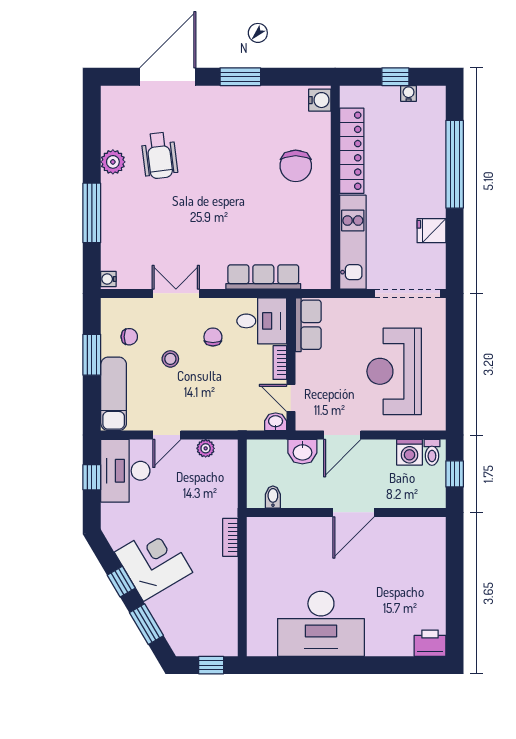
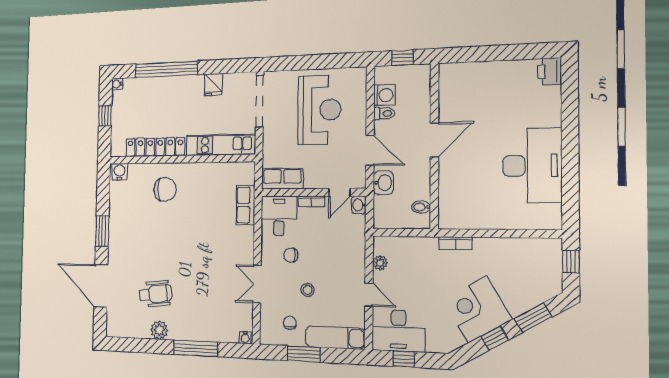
water cooler: (409, 93) -> (117, 84), moved
row of seats: (263, 277) -> (246, 205), width x0.68
reception desk: (394, 371) -> (319, 110), turned -90
toilet: (432, 452) -> (384, 113), moved
door: (354, 512) -> (434, 140), hinge flipped

